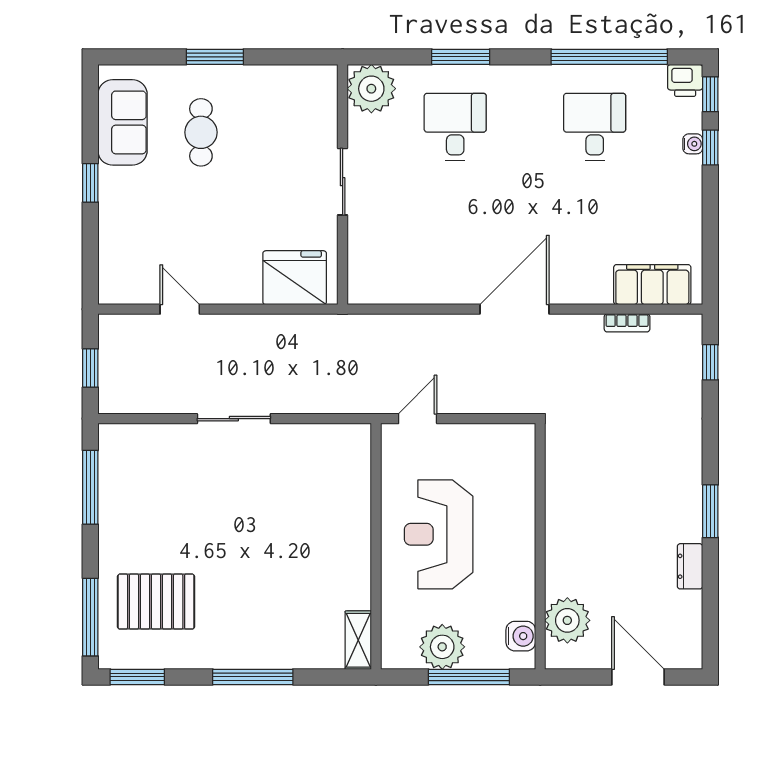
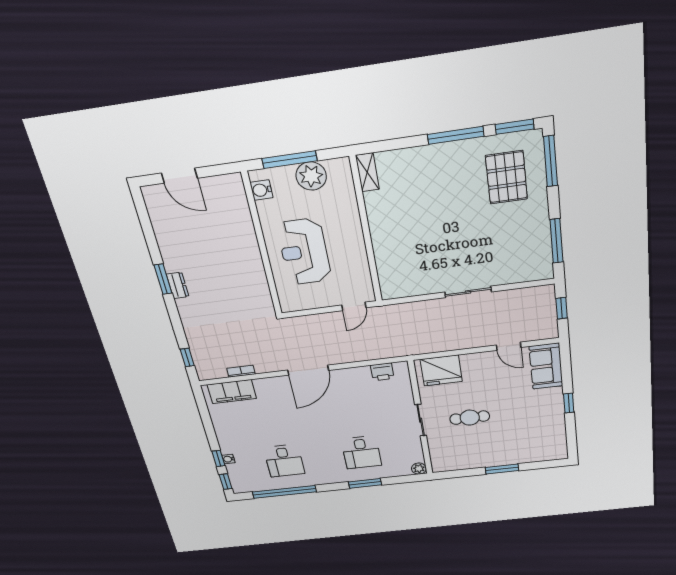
printer: (685, 80) -> (382, 372), moved, turned 180
plant: (371, 89) -> (419, 469), width x0.53, depth x0.53
sofa: (123, 122) -> (546, 366), moved
cafe table: (201, 132) -> (470, 418), moved, turned 90
reception desk: (439, 534) -> (304, 252), moved, turned 180
dresser: (690, 566) -> (178, 285), moved
pallet: (156, 602) -> (506, 177), turned 90
plant: (567, 620) -> (234, 204), removed
window: (253, 677) -> (456, 135), moved

